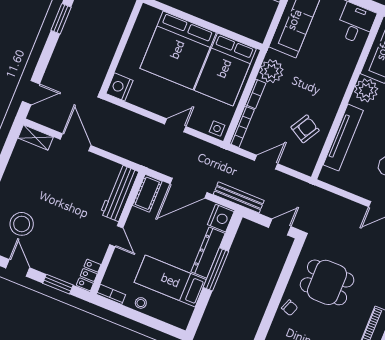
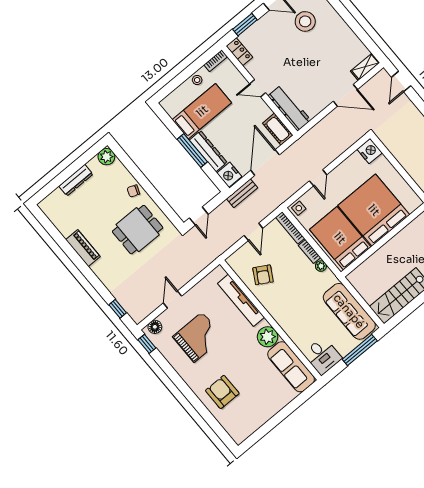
plant: (272, 71) -> (321, 266), width x0.53, depth x0.53
bench: (239, 197) -> (242, 193), width x0.73

